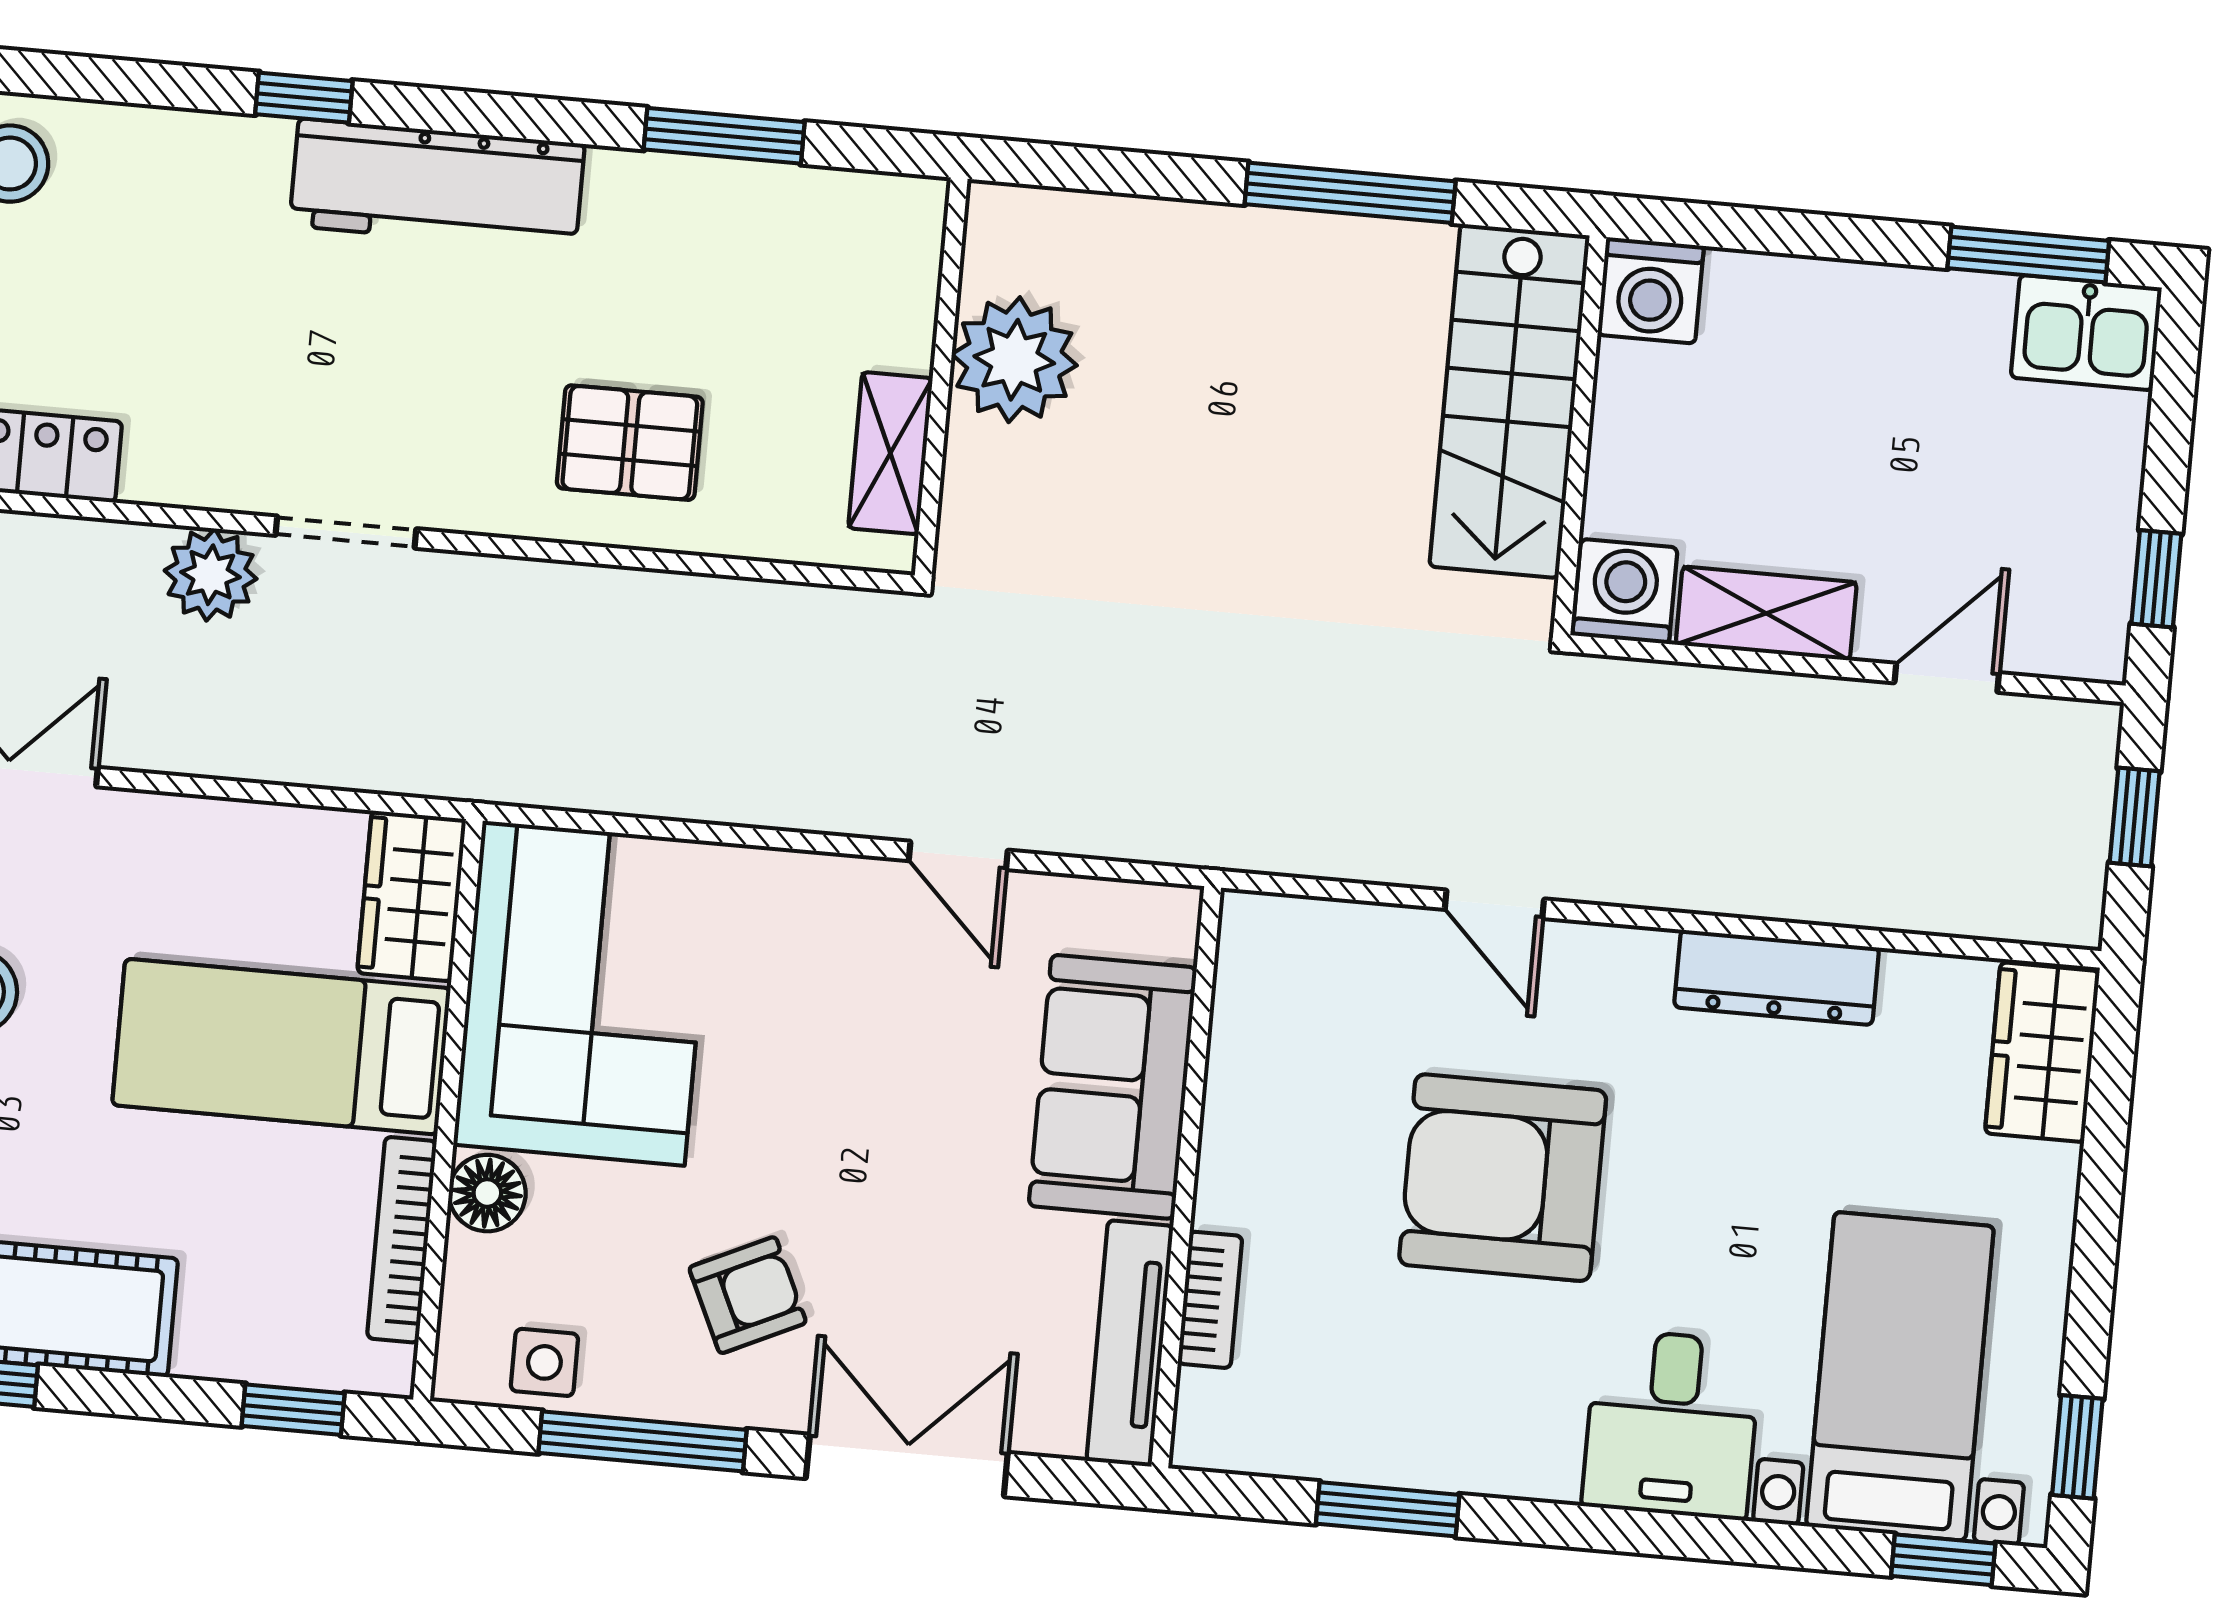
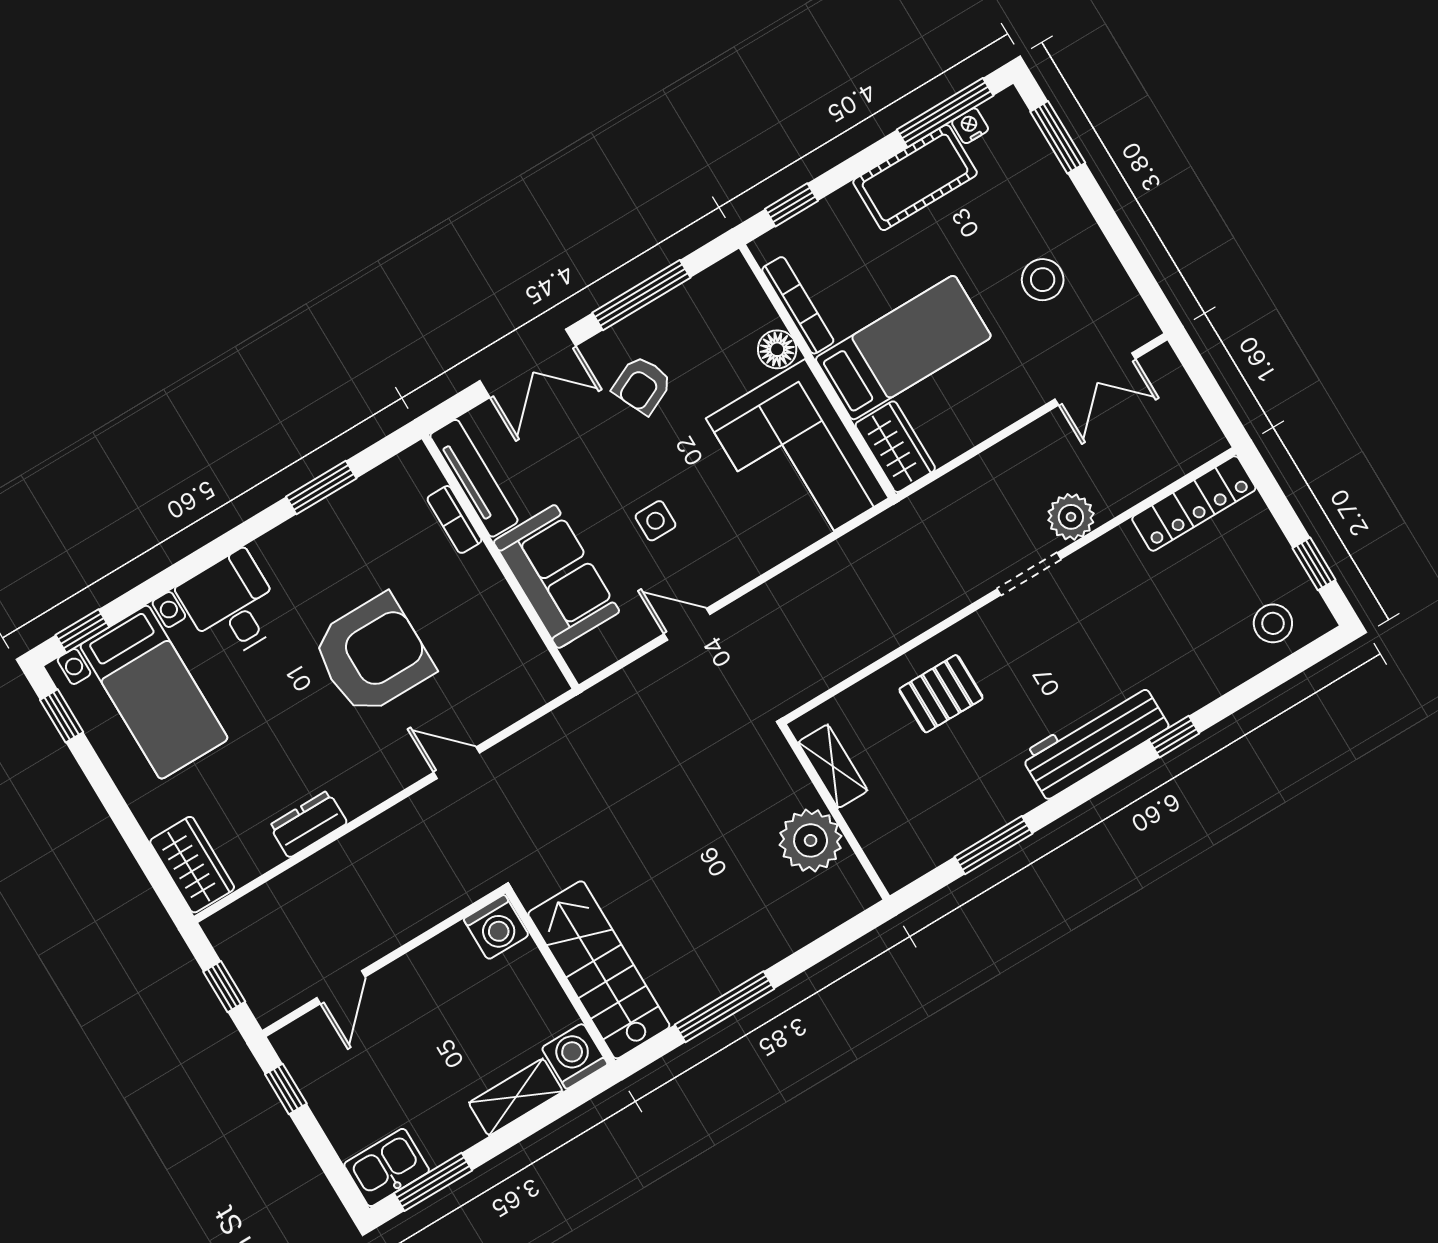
shelving: (1766, 613) -> (516, 1097), moved
dresser: (1777, 977) -> (308, 824), width x0.70
side table: (544, 1362) -> (655, 521), moved

